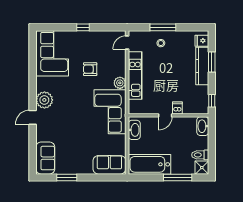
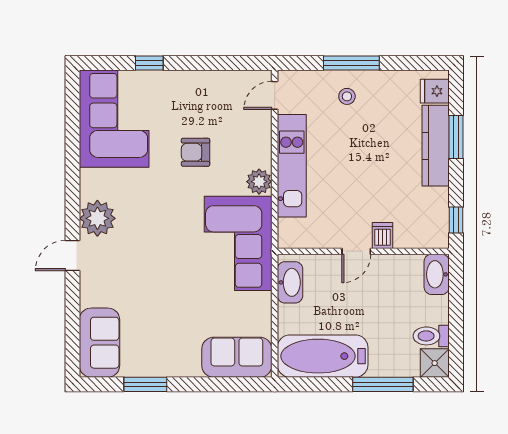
window: (83, 27) -> (149, 63), moved

